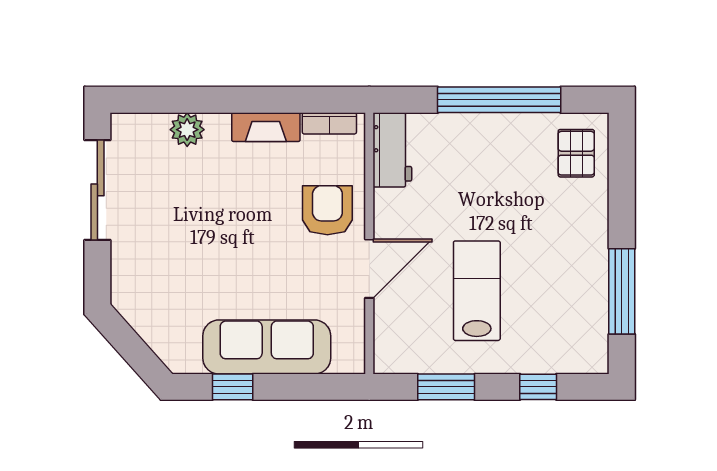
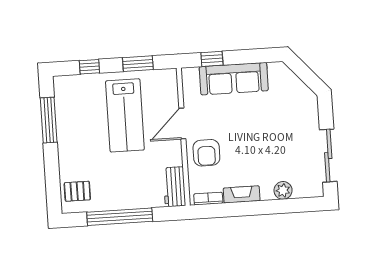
pallet: (576, 153) -> (77, 191), turned 90
lab bench: (477, 291) -> (125, 115), width x1.36, depth x1.39
window: (233, 387) -> (212, 59), moved

